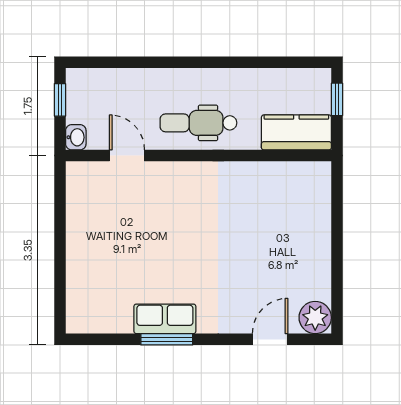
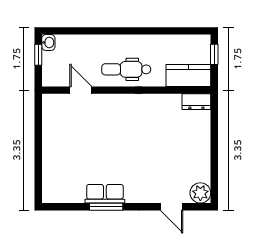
washbasin: (76, 137) -> (48, 42), moved
dresser: (309, 174) -> (196, 102), added
door: (270, 339) -> (172, 207), swing flipped

